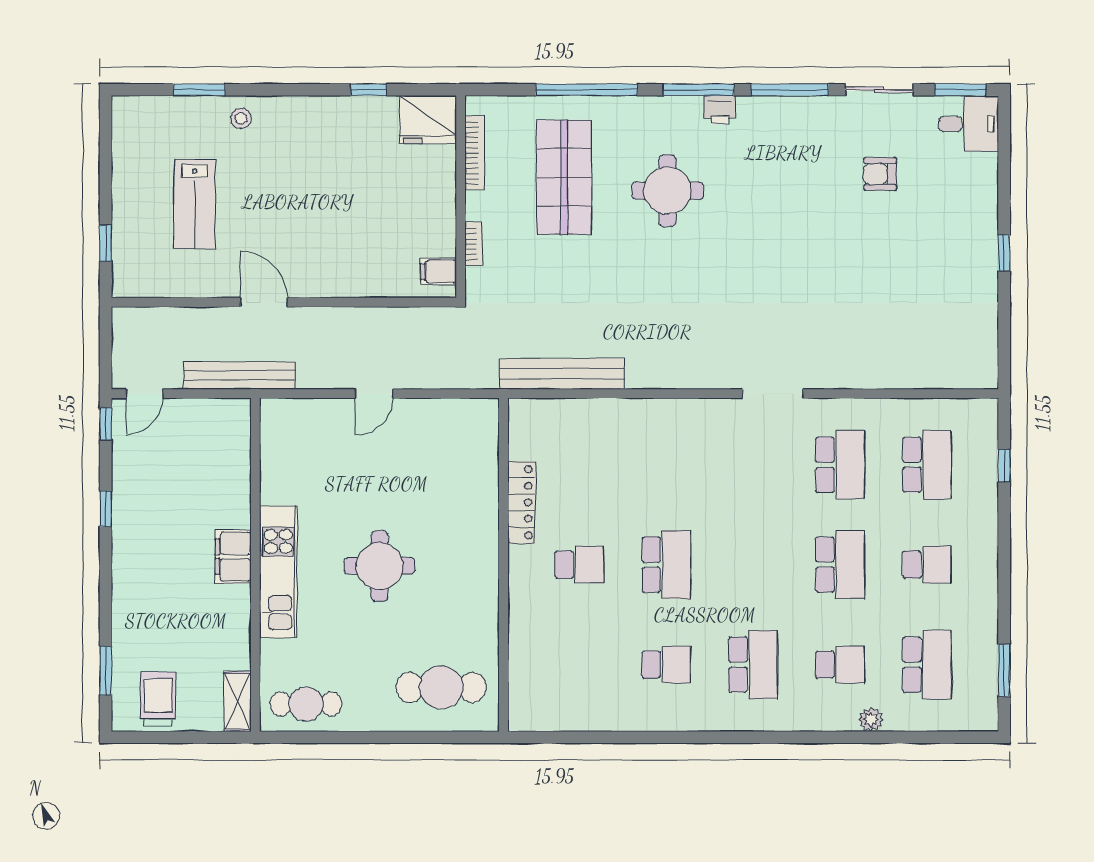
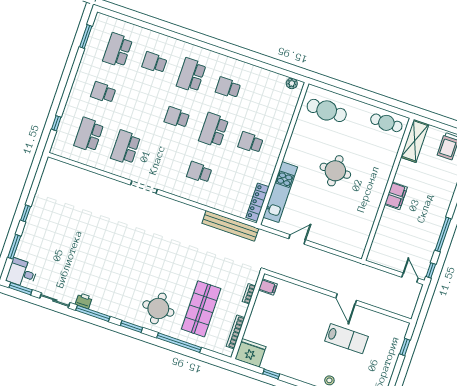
window: (698, 90) -> (131, 326), width x0.69
printer: (720, 110) -> (84, 301), moved
armchair: (880, 174) -> (67, 265), removed
window: (1004, 174) -> (14, 247), added
round table: (668, 191) -> (158, 308), moved
lab bench: (195, 204) -> (347, 339), moved, turned 90
bench: (239, 375) -> (367, 272), removed
door: (145, 394) -> (410, 278), hinge flipped
door: (374, 394) -> (297, 239), moved
school desk: (666, 465) -> (199, 172), added
locker: (521, 502) -> (258, 202), moved
window: (106, 509) -> (443, 234), width x2.17
school desk: (840, 565) -> (177, 117), moved, width x0.54
kitchen unit: (278, 572) -> (280, 192), moved, turned 180
shelving: (238, 701) -> (415, 141), width x1.50, depth x1.33
plant: (871, 719) -> (292, 83), moved

